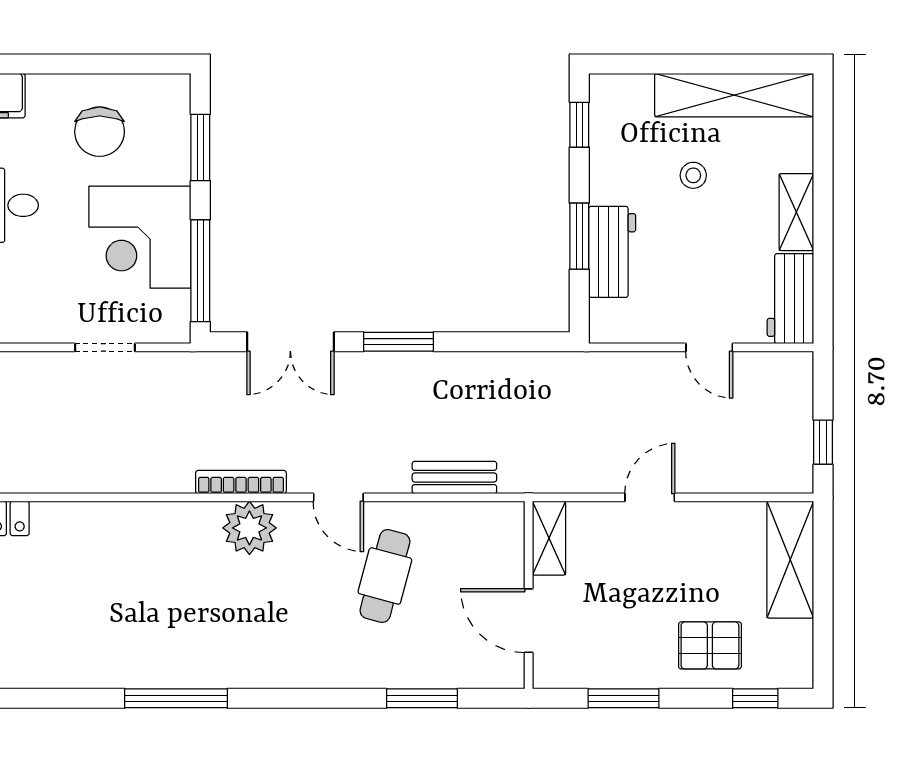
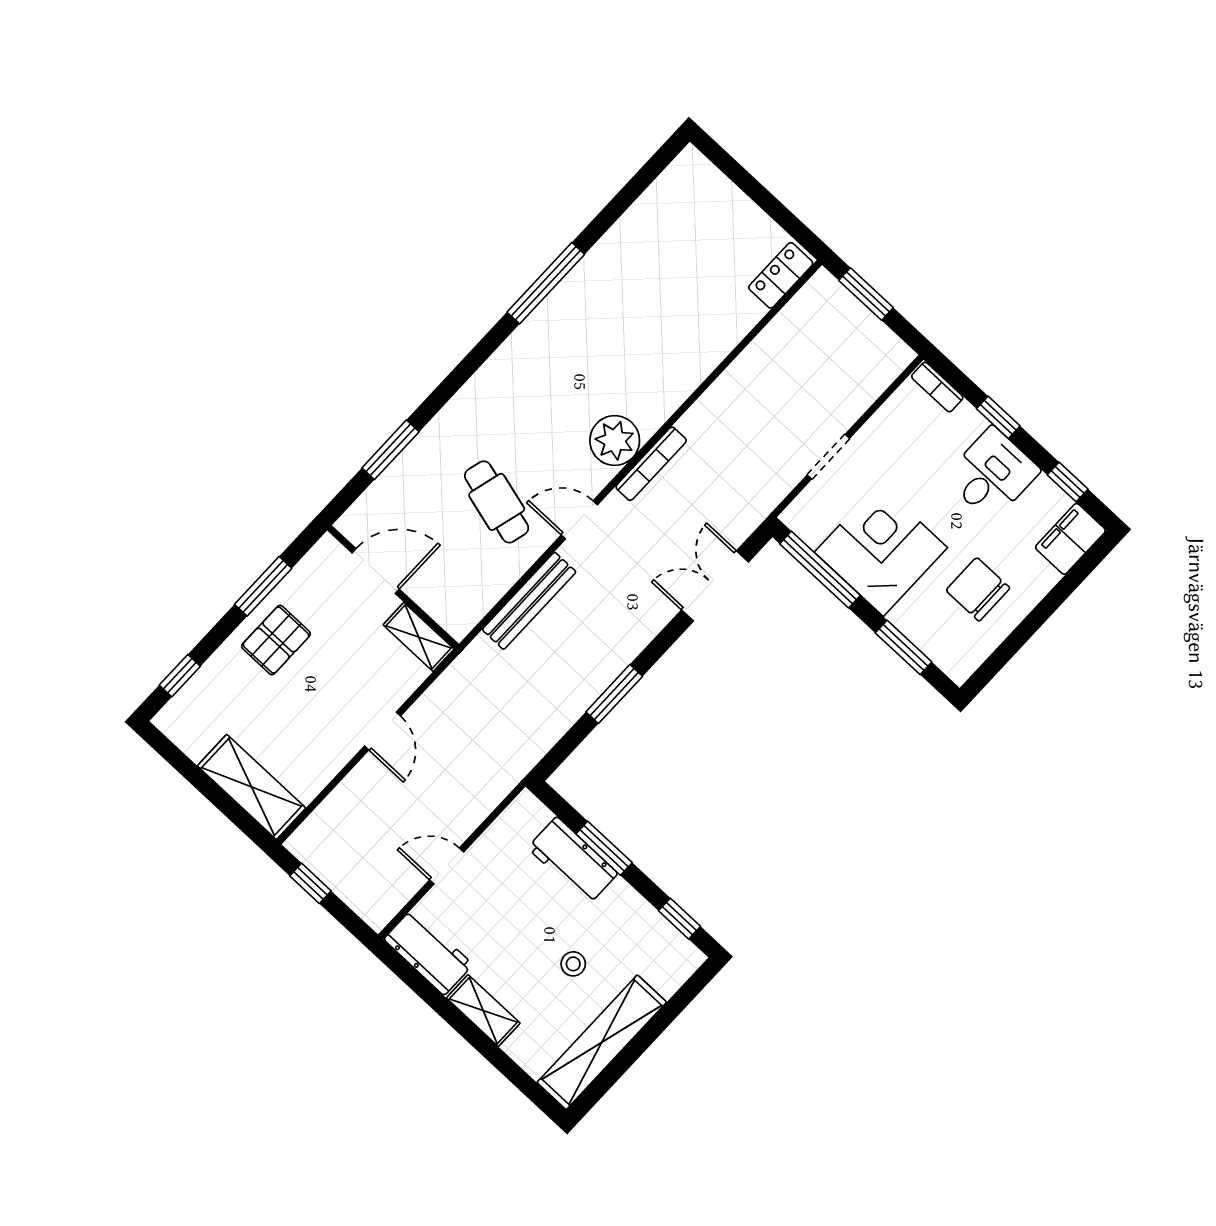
window: (399, 342) -> (614, 694), moved
bench: (454, 477) -> (529, 601), width x1.36
pallet: (710, 645) -> (276, 640), moved

